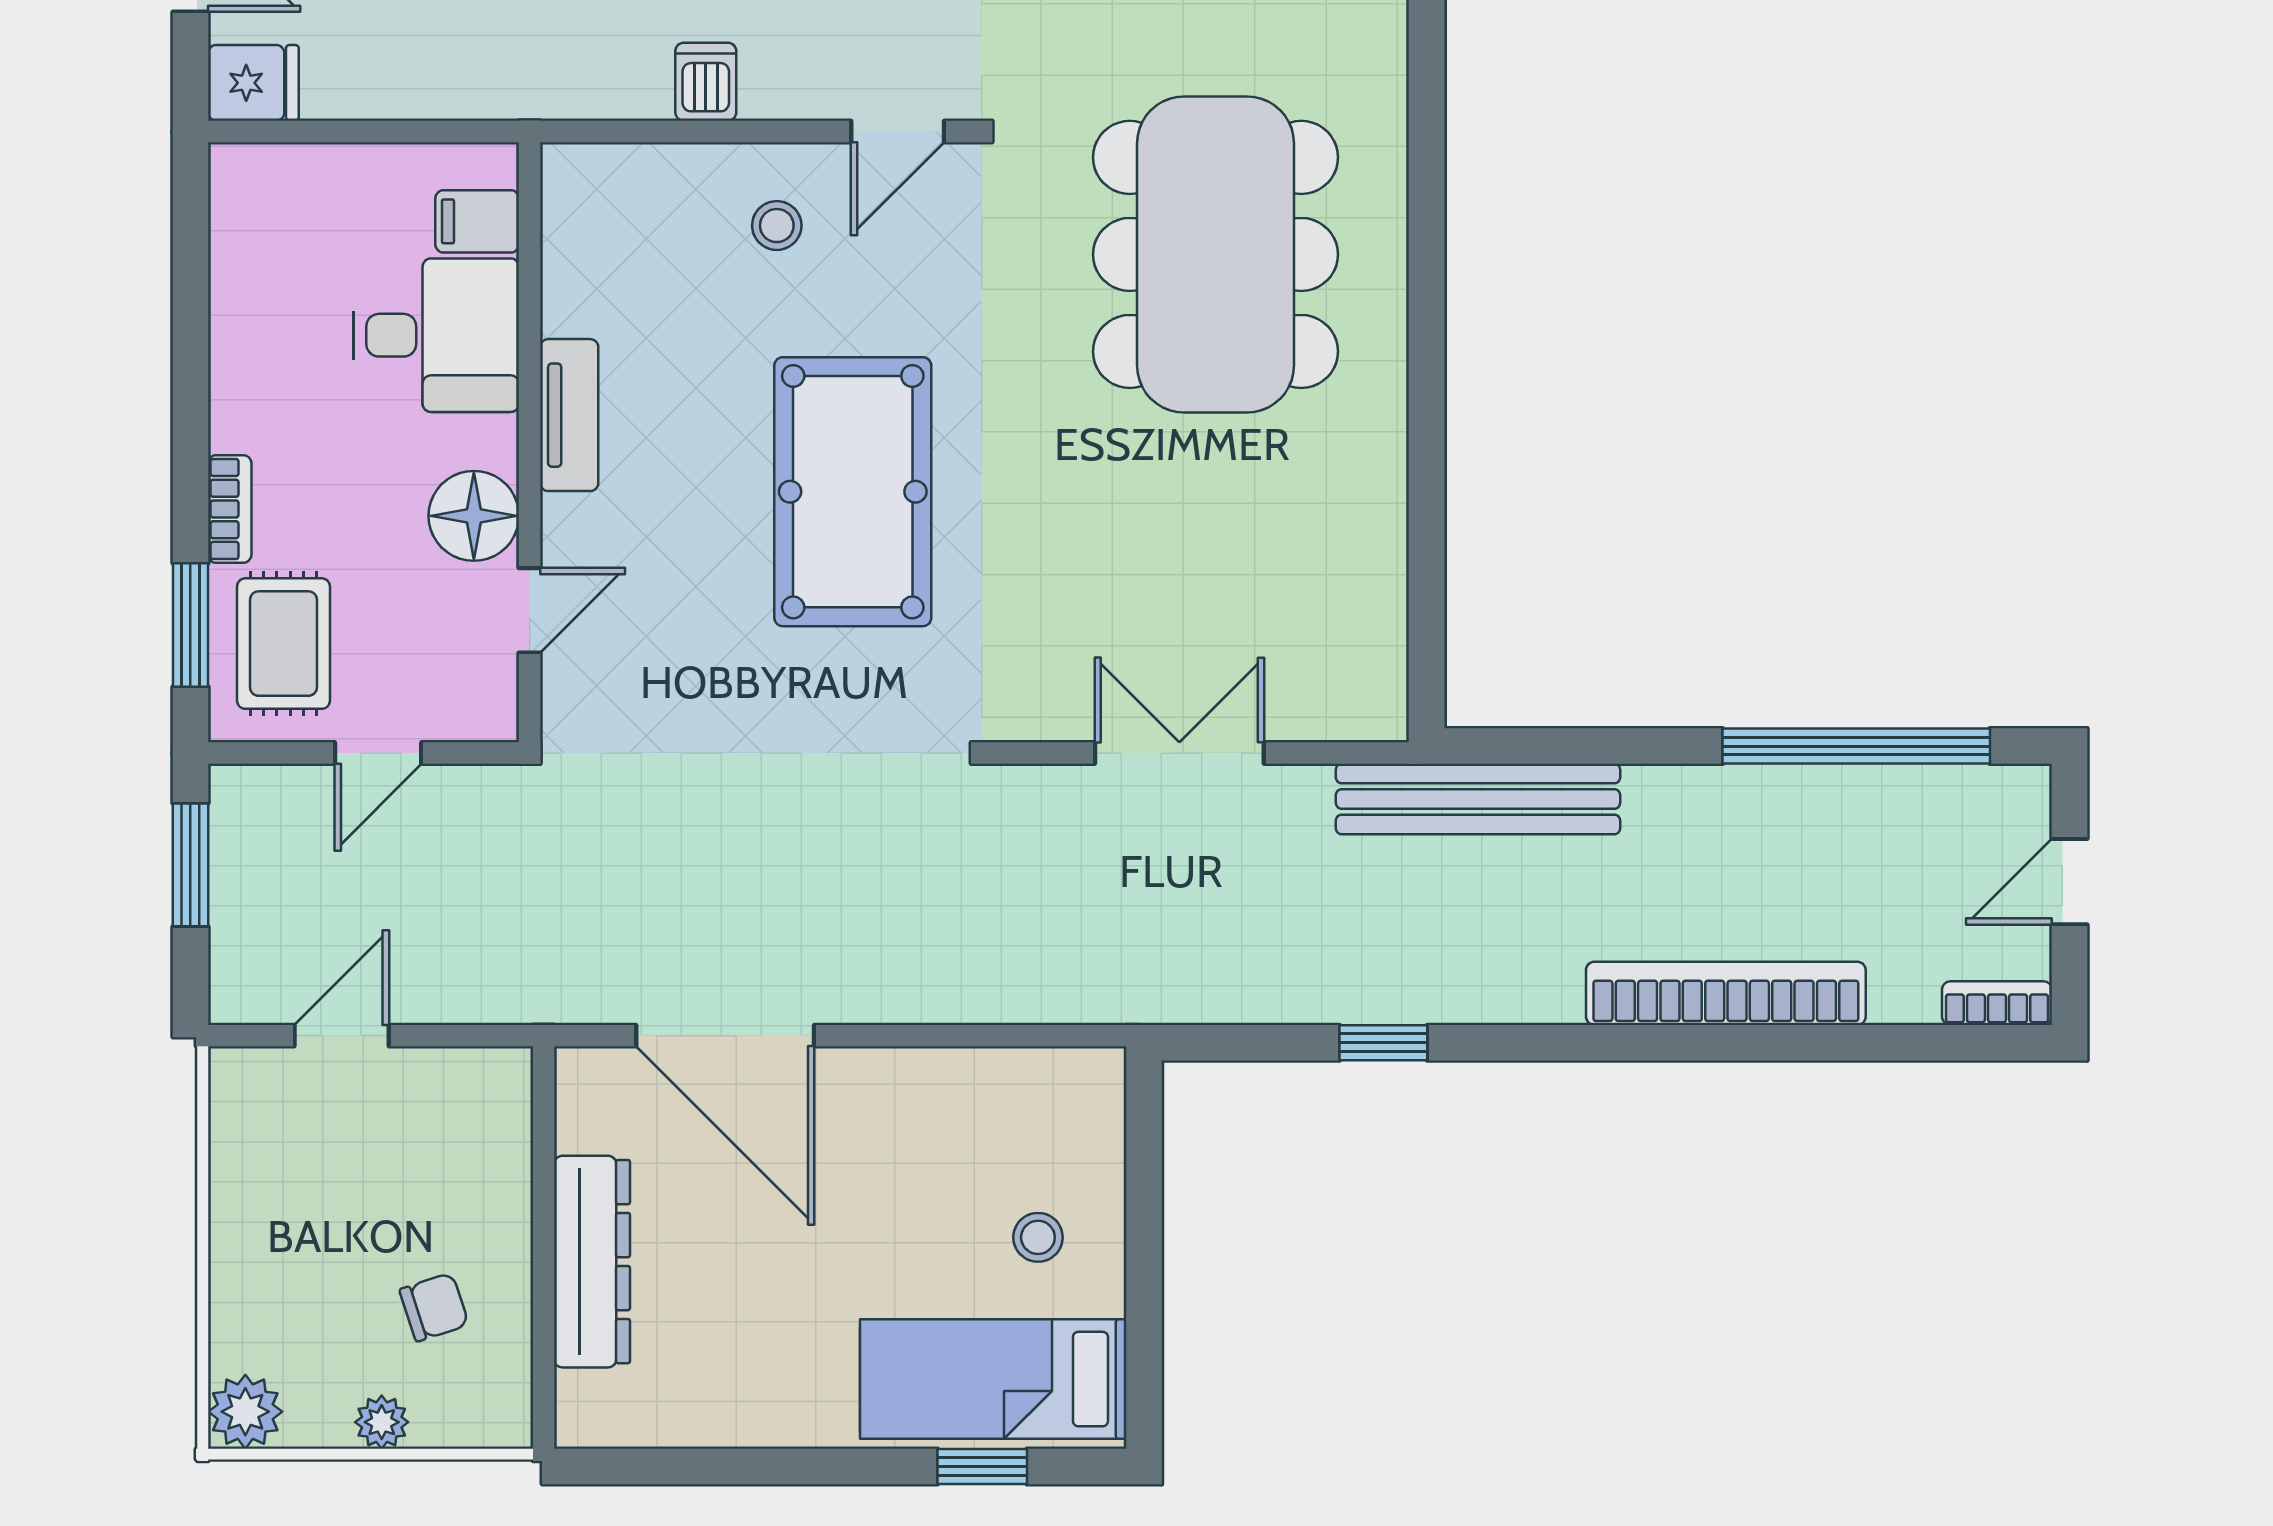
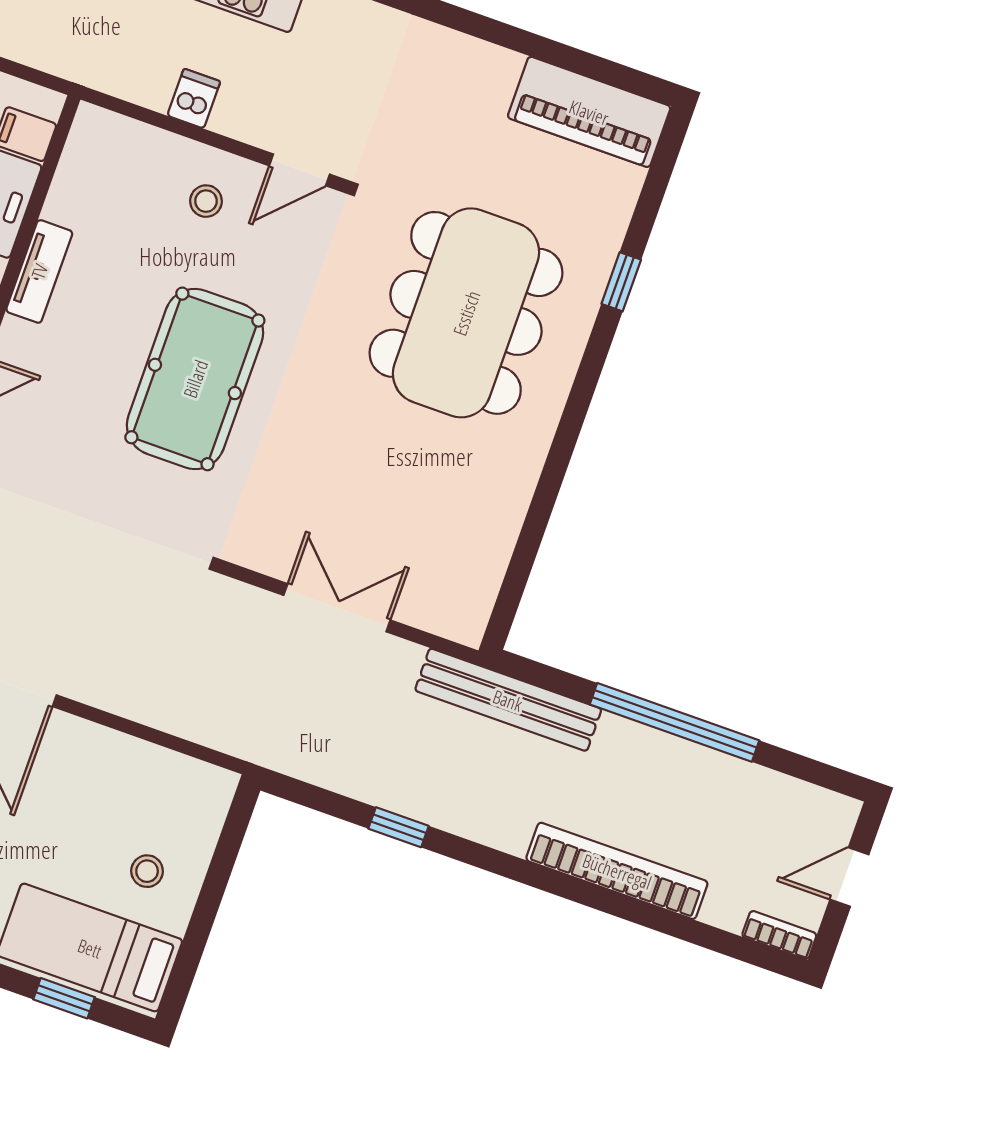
window: (1427, 128) -> (621, 282), added
window: (1856, 746) -> (675, 722), moved

